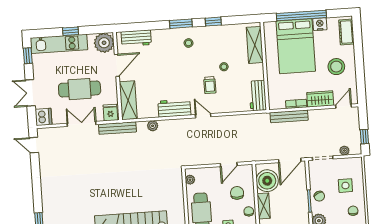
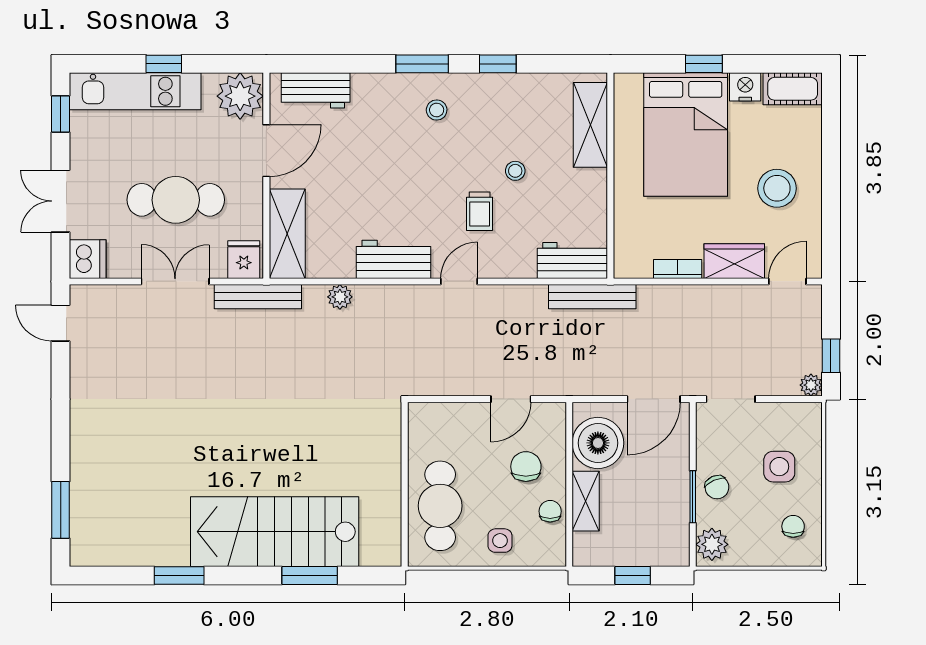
window: (301, 16) -> (704, 64), width x0.32
cot: (346, 32) -> (793, 89), moved, turned 90
workbench: (258, 96) -> (572, 260), moved, turned 90
door: (203, 116) -> (459, 281), hinge flipped
bench: (289, 116) -> (592, 297), moved
plant: (344, 151) -> (811, 385), moved
plant: (190, 180) -> (419, 428), removed

